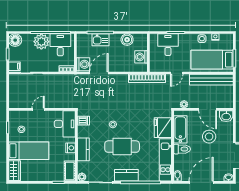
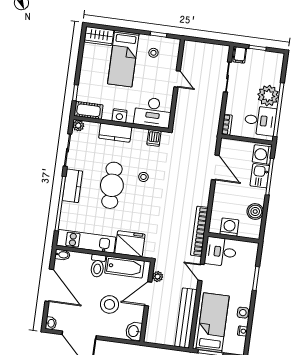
floor lamp: (15, 40) -> (275, 61), removed
desk: (168, 45) -> (221, 252), moved, turned 180
washing machine: (83, 64) -> (262, 154), moved, turned 90
door: (208, 109) -> (148, 294), moved

